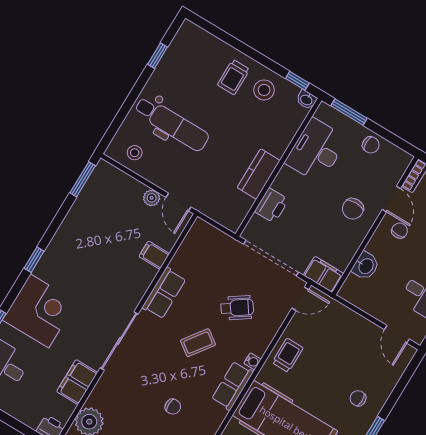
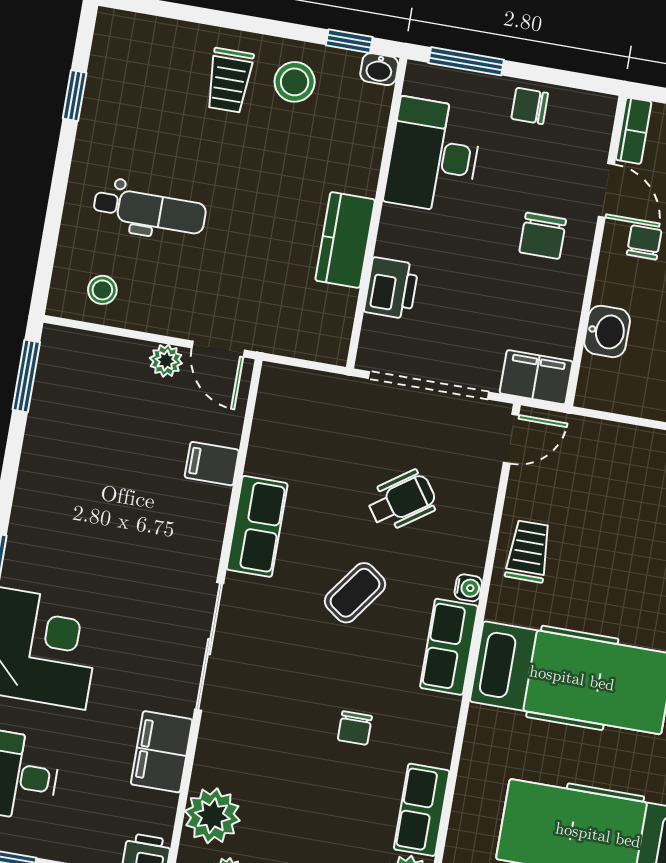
dental chair: (172, 124) -> (150, 210), width x0.73, depth x0.72
chair: (371, 145) -> (530, 106), turned 180
chair: (173, 407) -> (355, 728), turned 90

